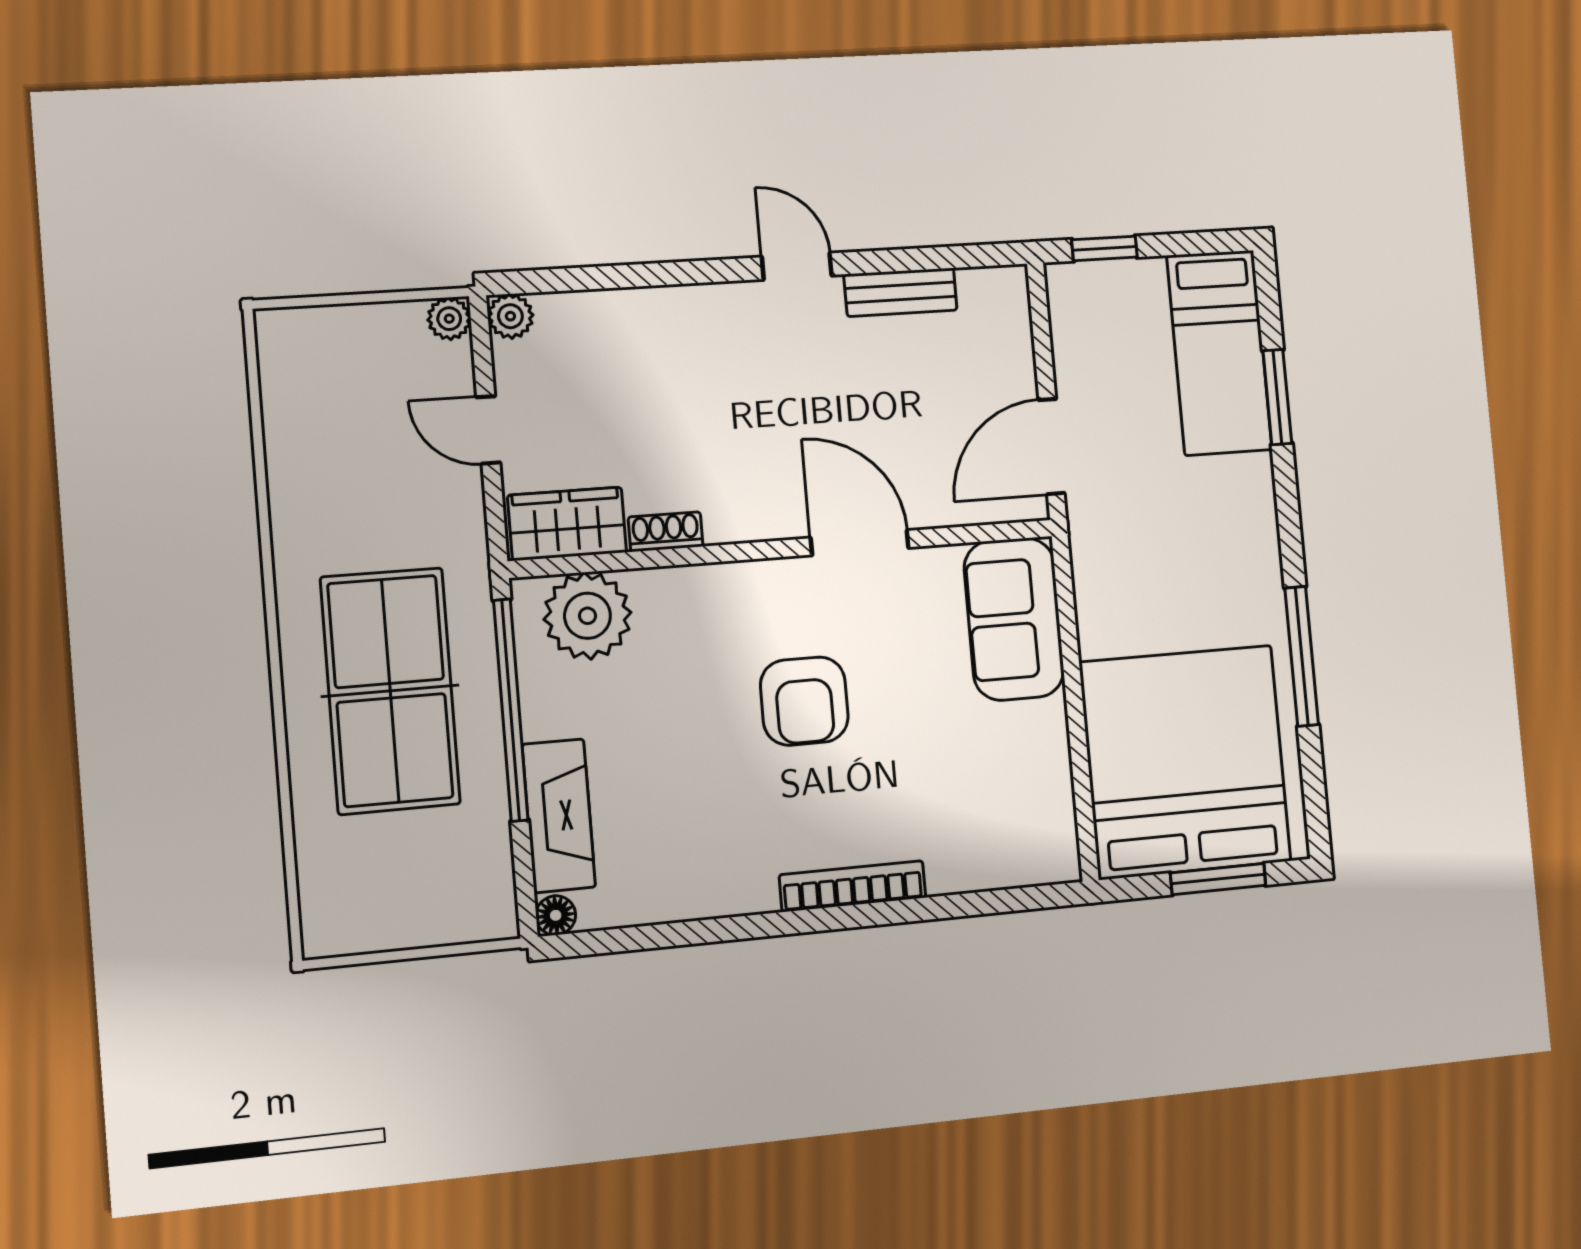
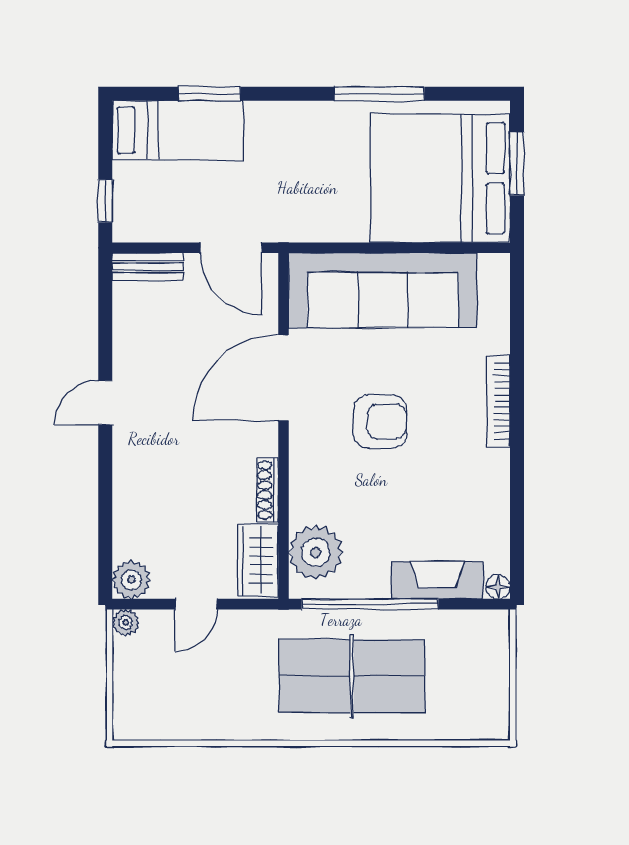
bench: (901, 292) -> (148, 267), moved, turned 90
plant: (510, 316) -> (131, 580), width x1.38, depth x1.38
shoe rack: (666, 532) -> (267, 490), width x1.43
door: (860, 543) -> (283, 378), width x1.36
sofa: (1014, 619) -> (383, 290), width x1.85, depth x1.27

